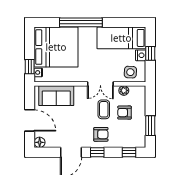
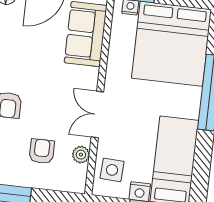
coffee table: (104, 109) -> (52, 115), removed

